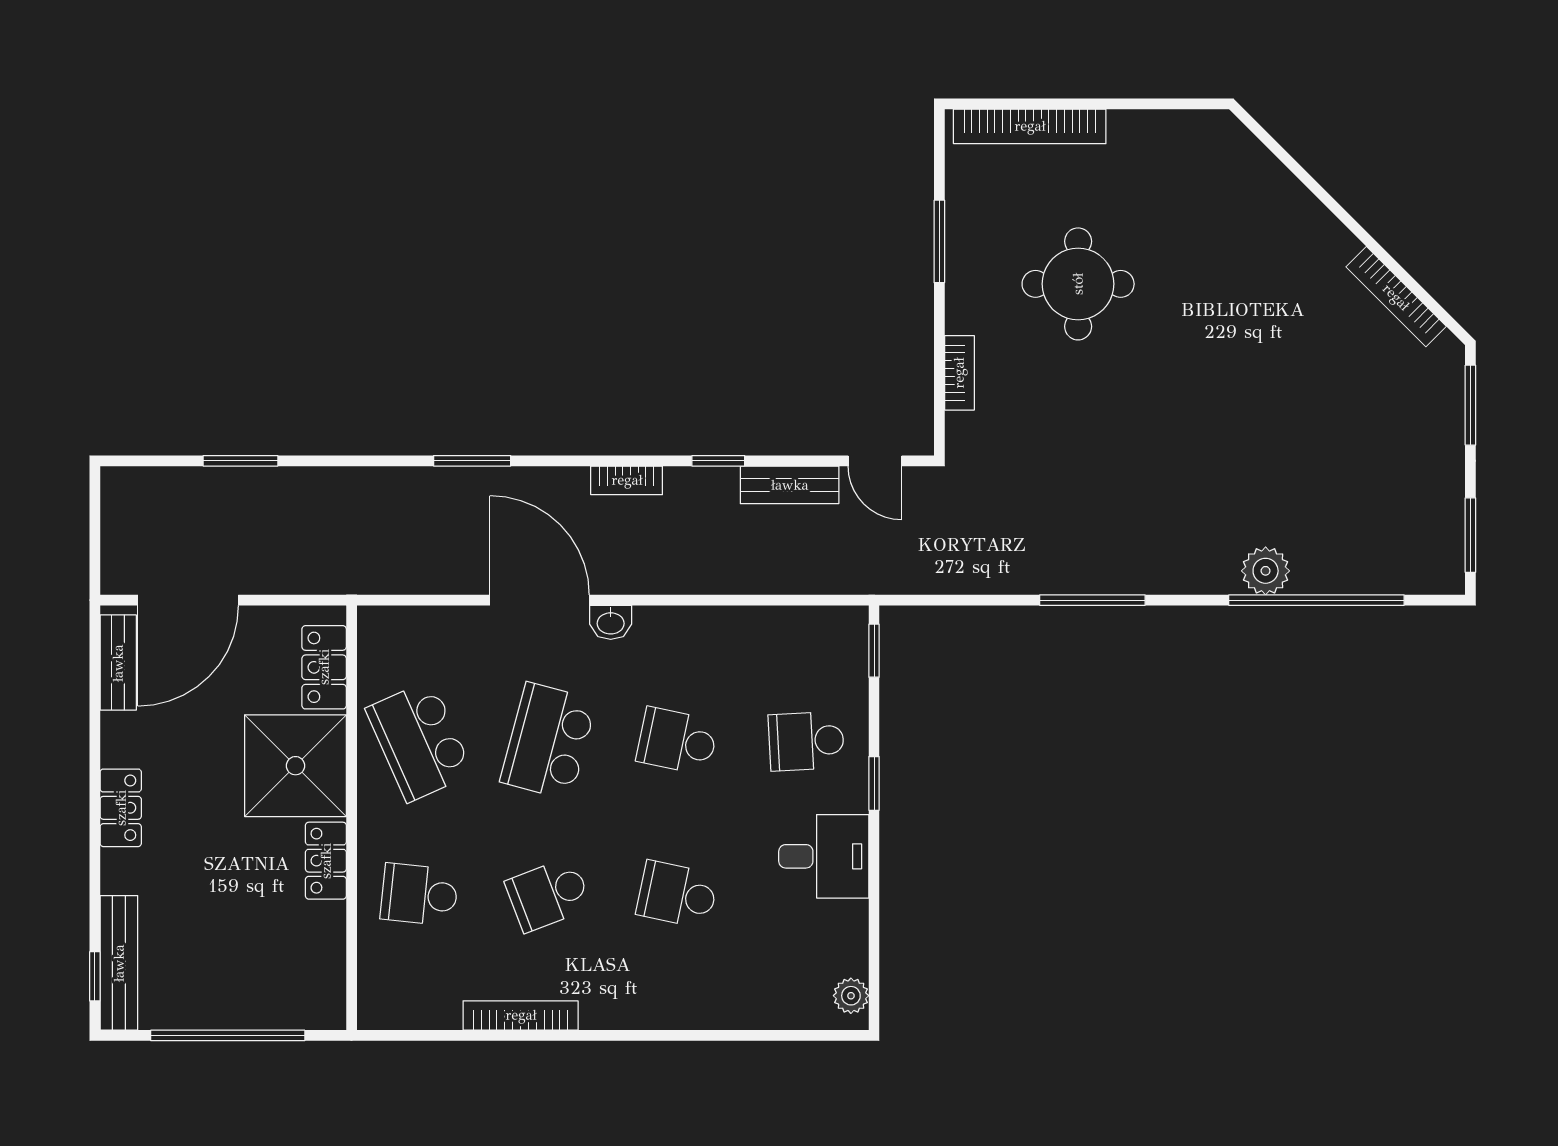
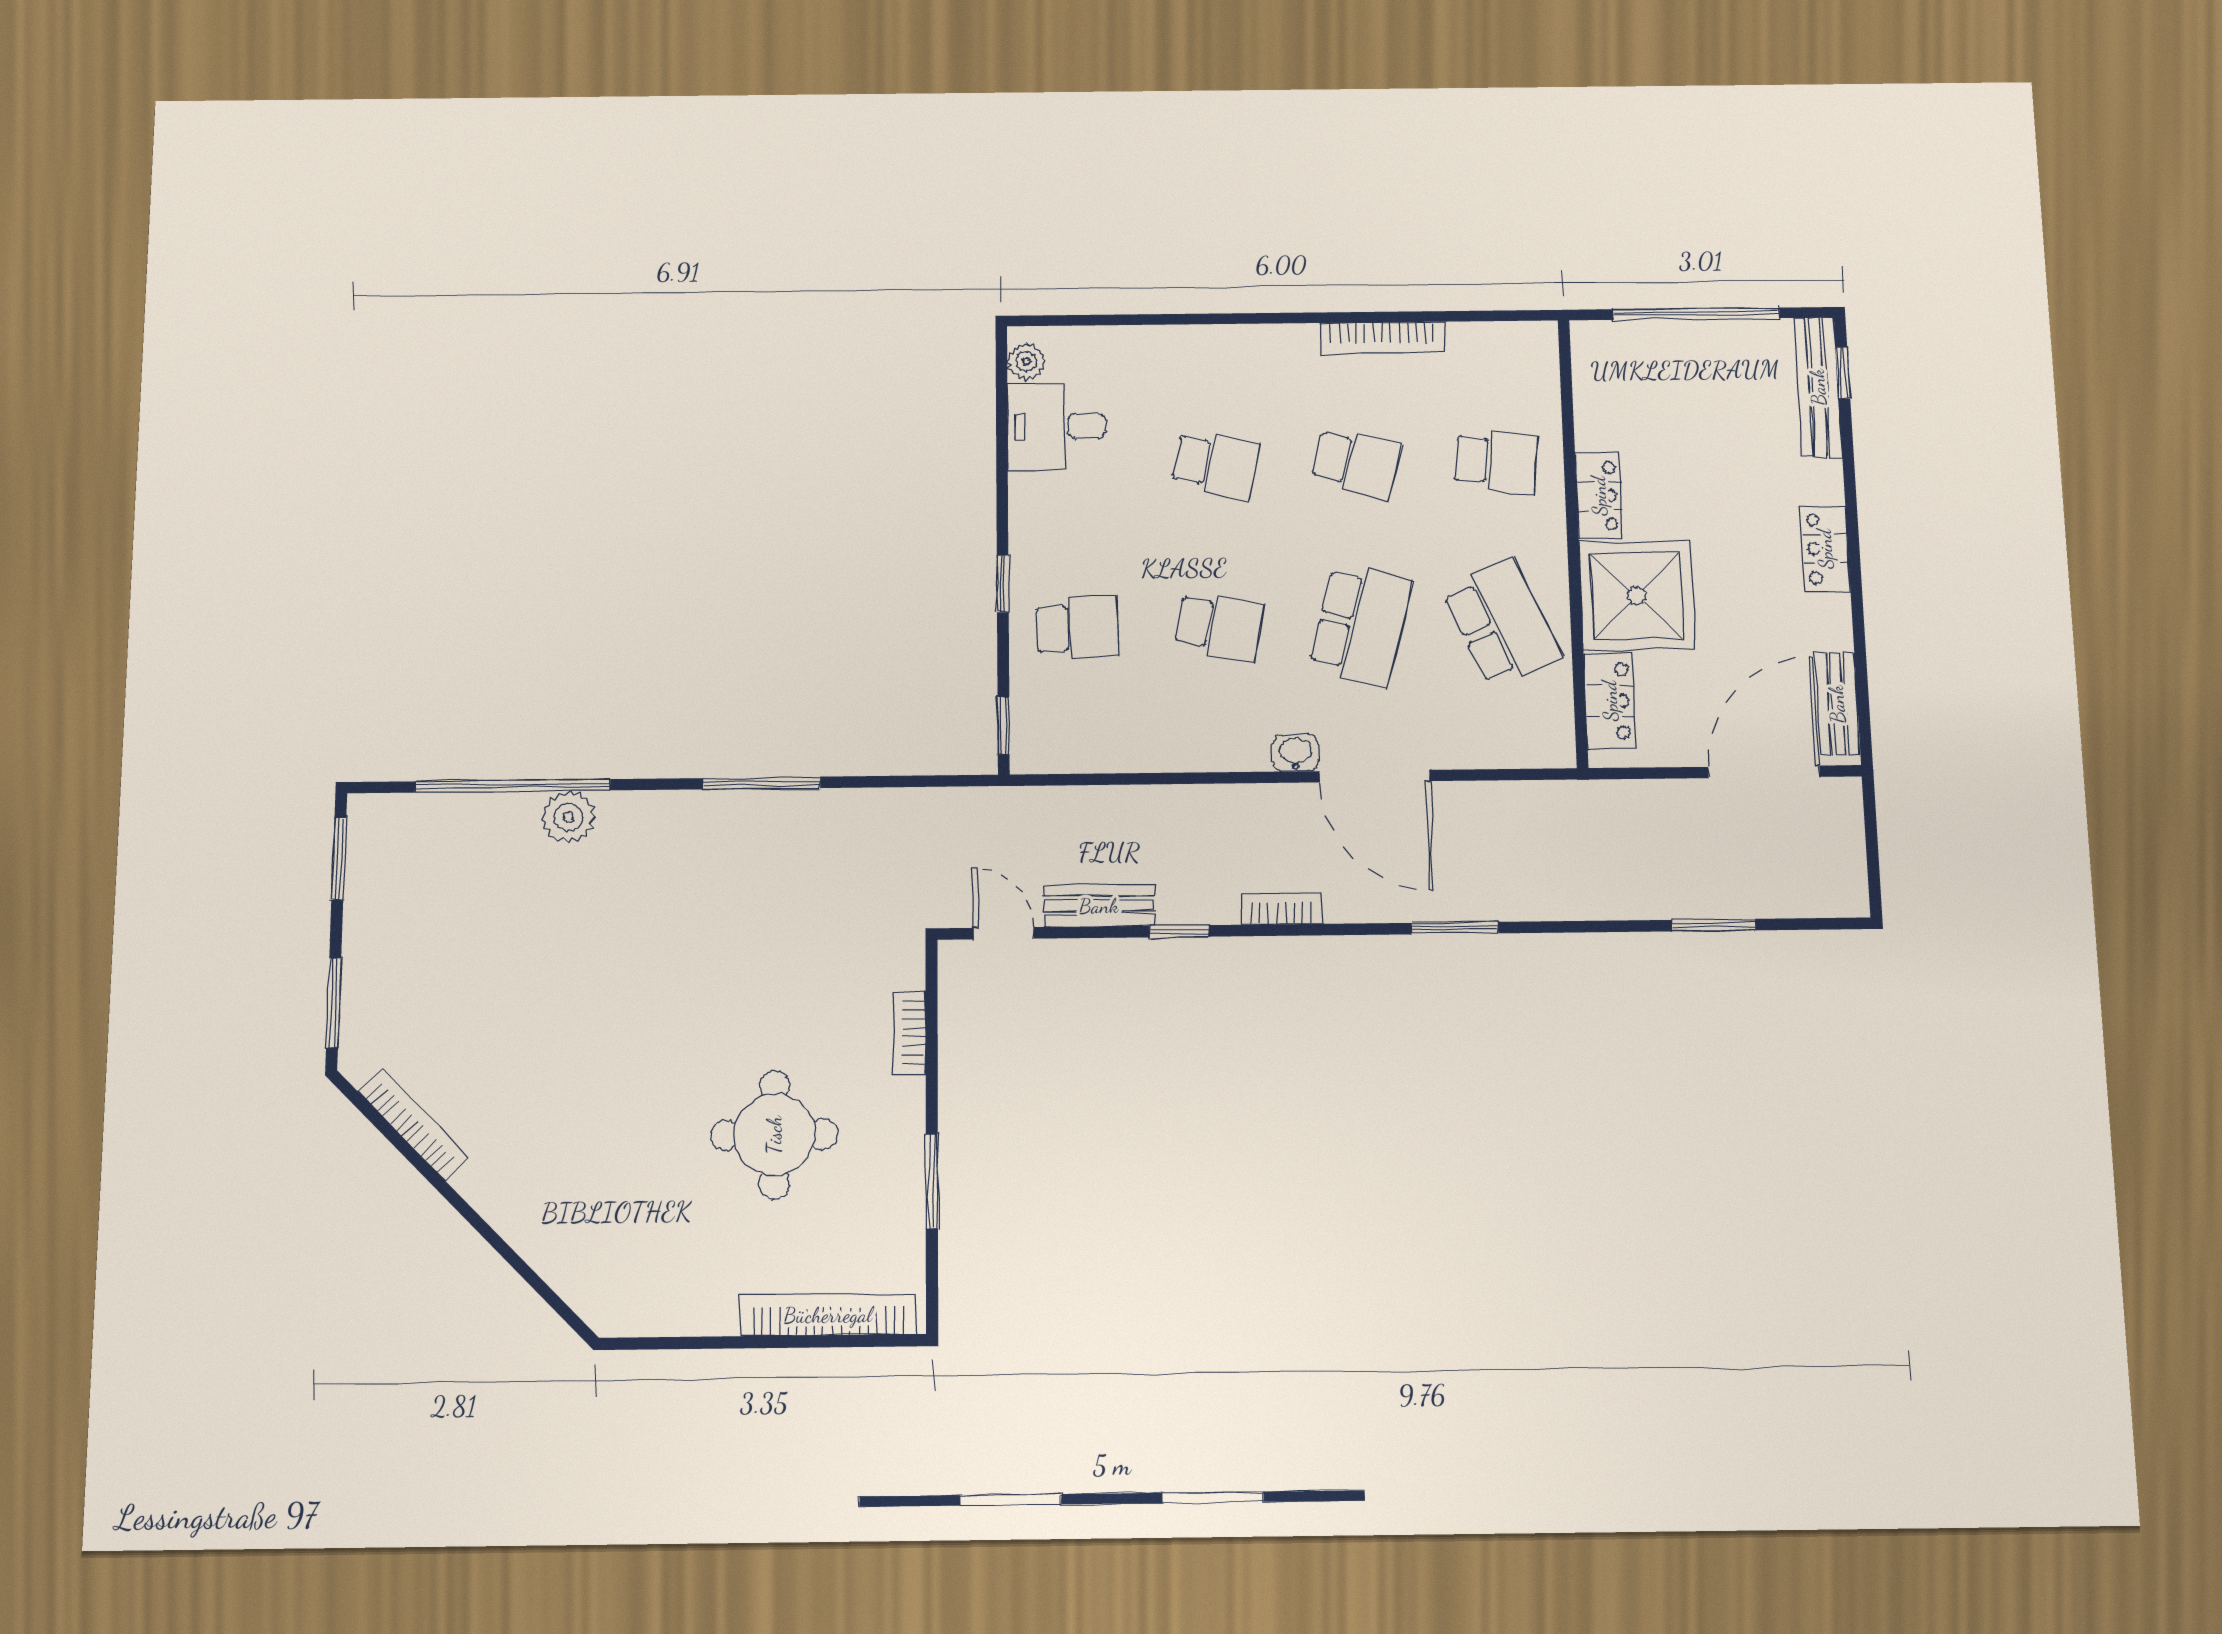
desk: (824, 856) -> (1056, 426), moved
school desk: (548, 894) -> (1356, 463), turned 36

